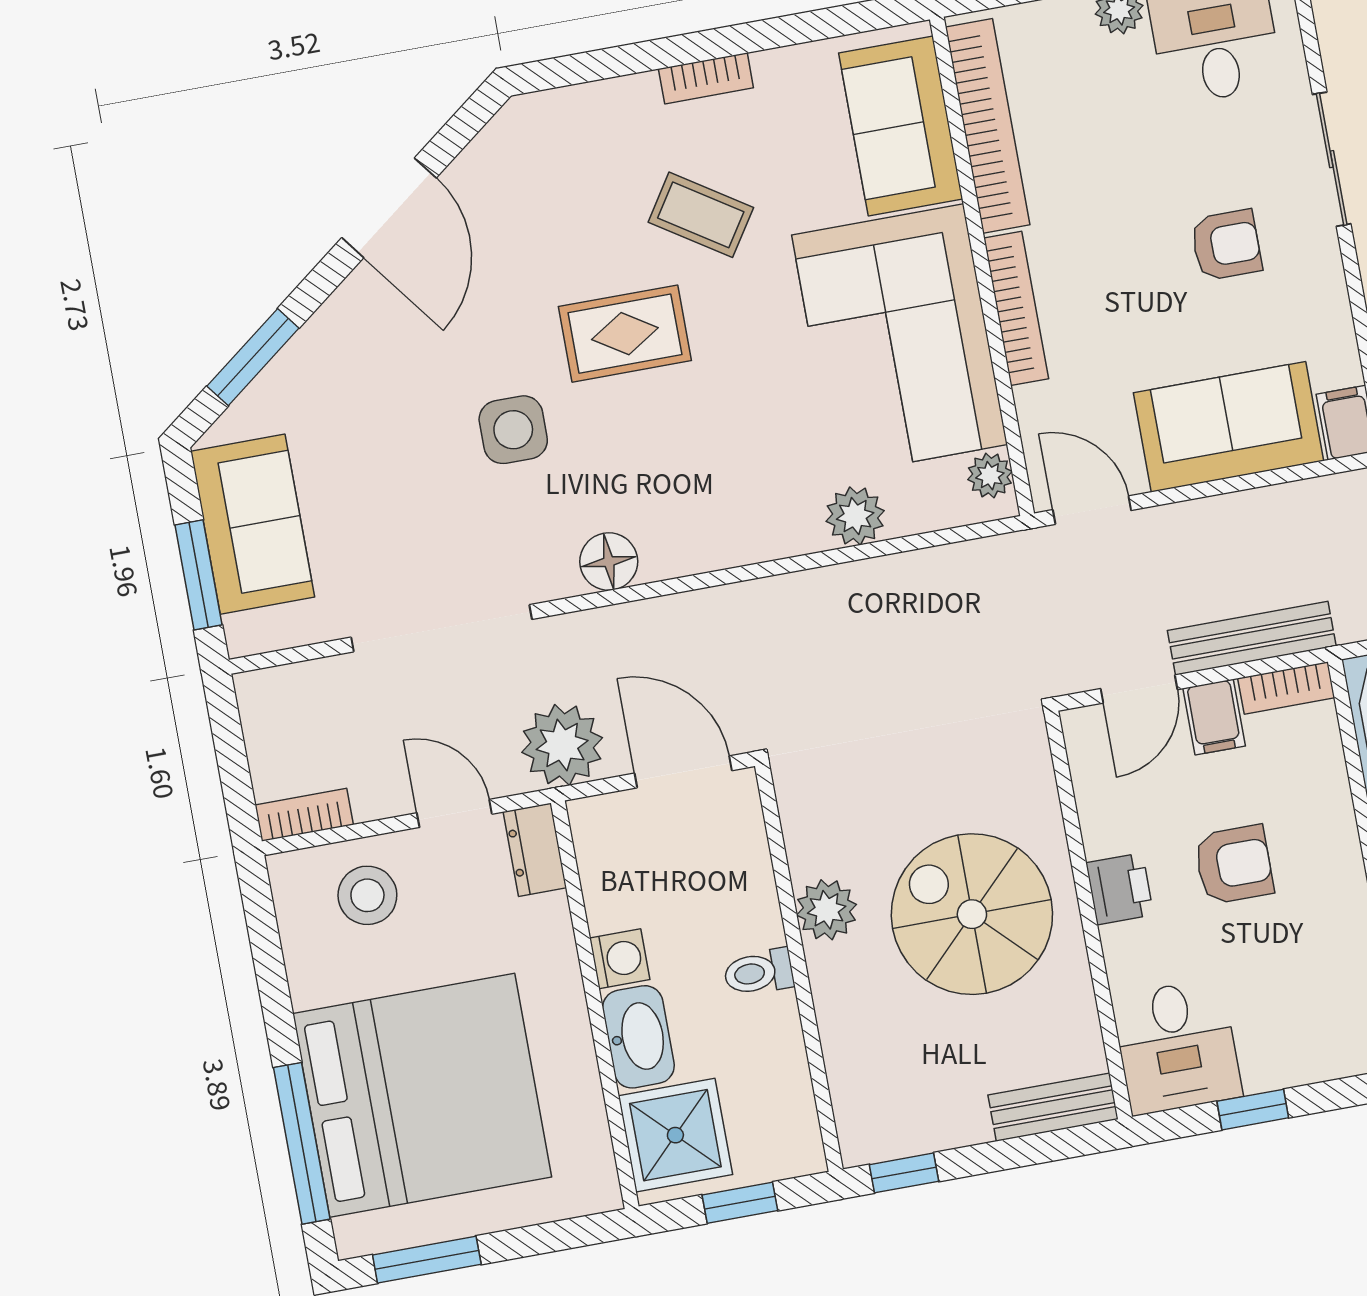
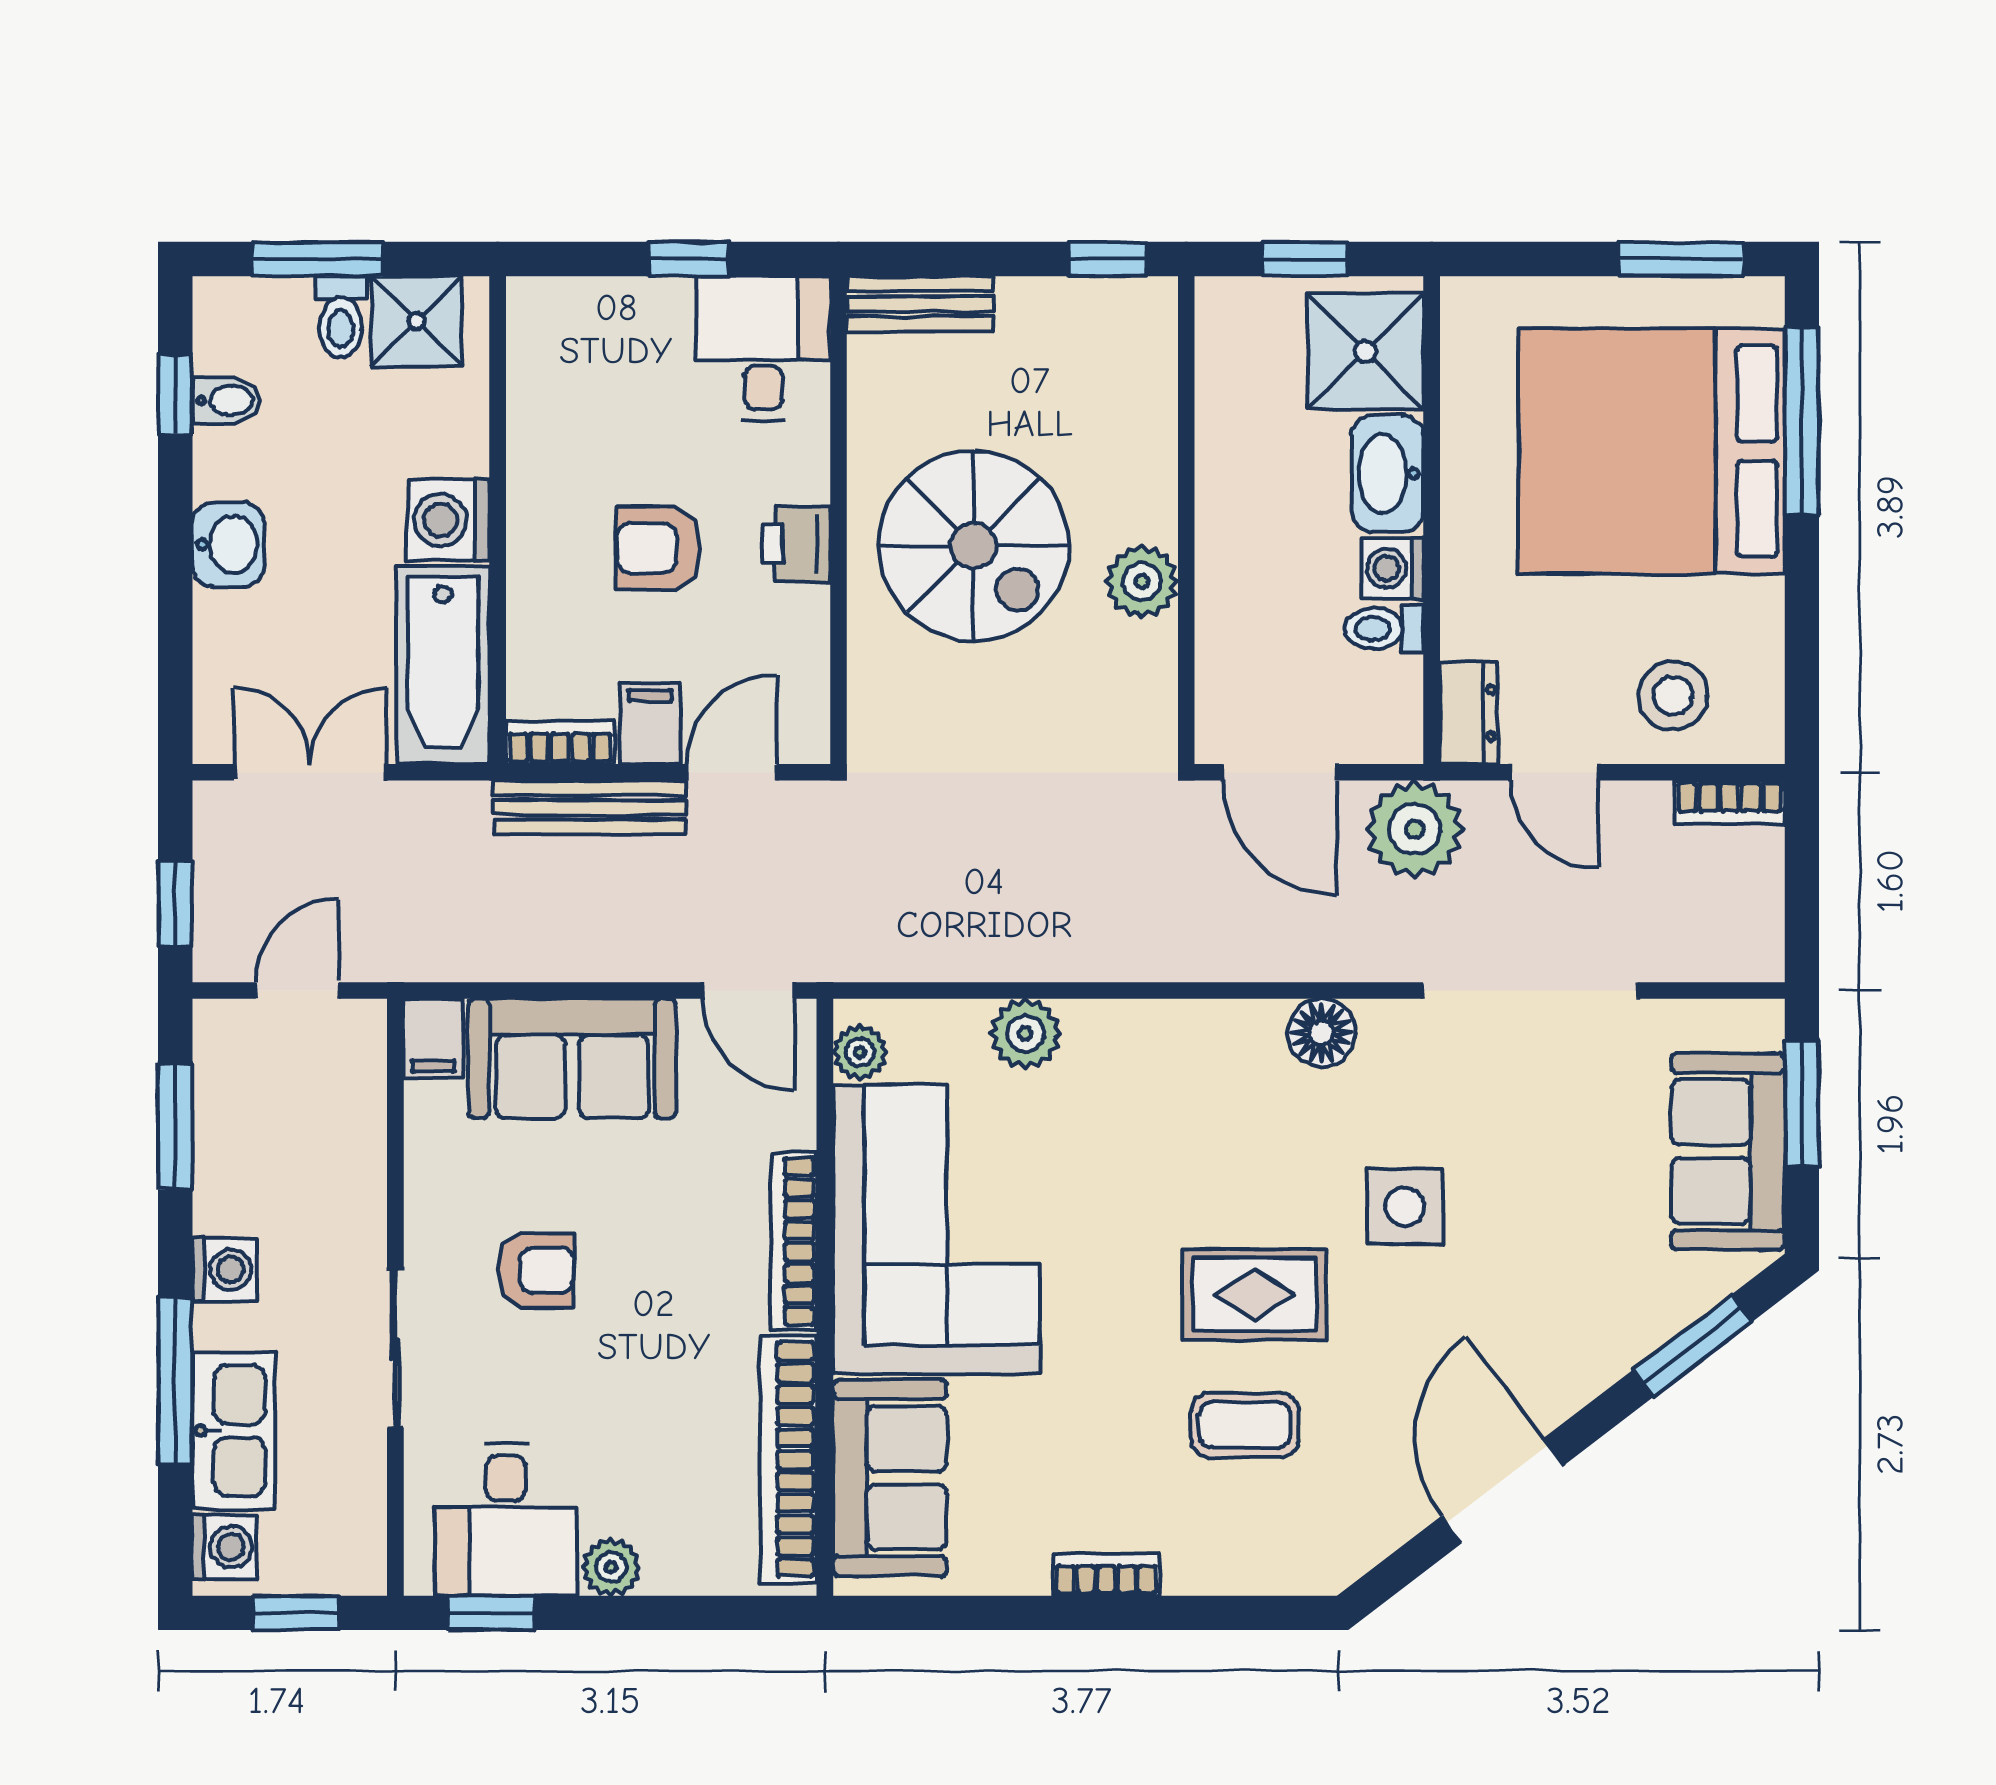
coffee table: (701, 215) -> (1245, 1425), moved, turned -33
armchair: (1226, 245) -> (536, 1271), turned 180
toilet: (759, 972) -> (1384, 629), moved, turned 180

